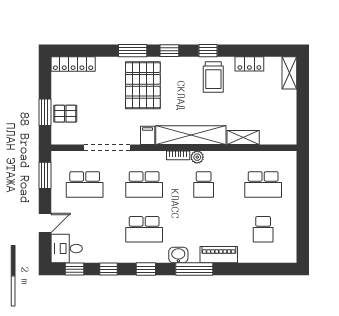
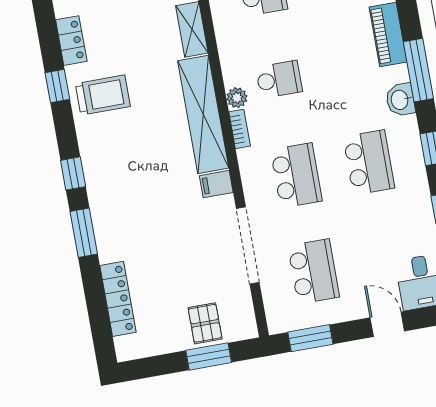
window: (208, 51) -> (57, 86), moved
locker: (73, 64) -> (118, 299), moved
pallet: (143, 85) -> (137, 206), removed

